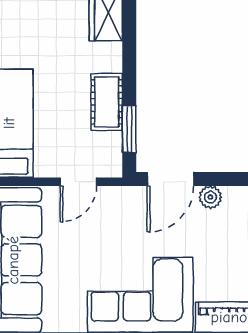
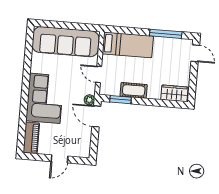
plant: (210, 197) -> (89, 100), moved

